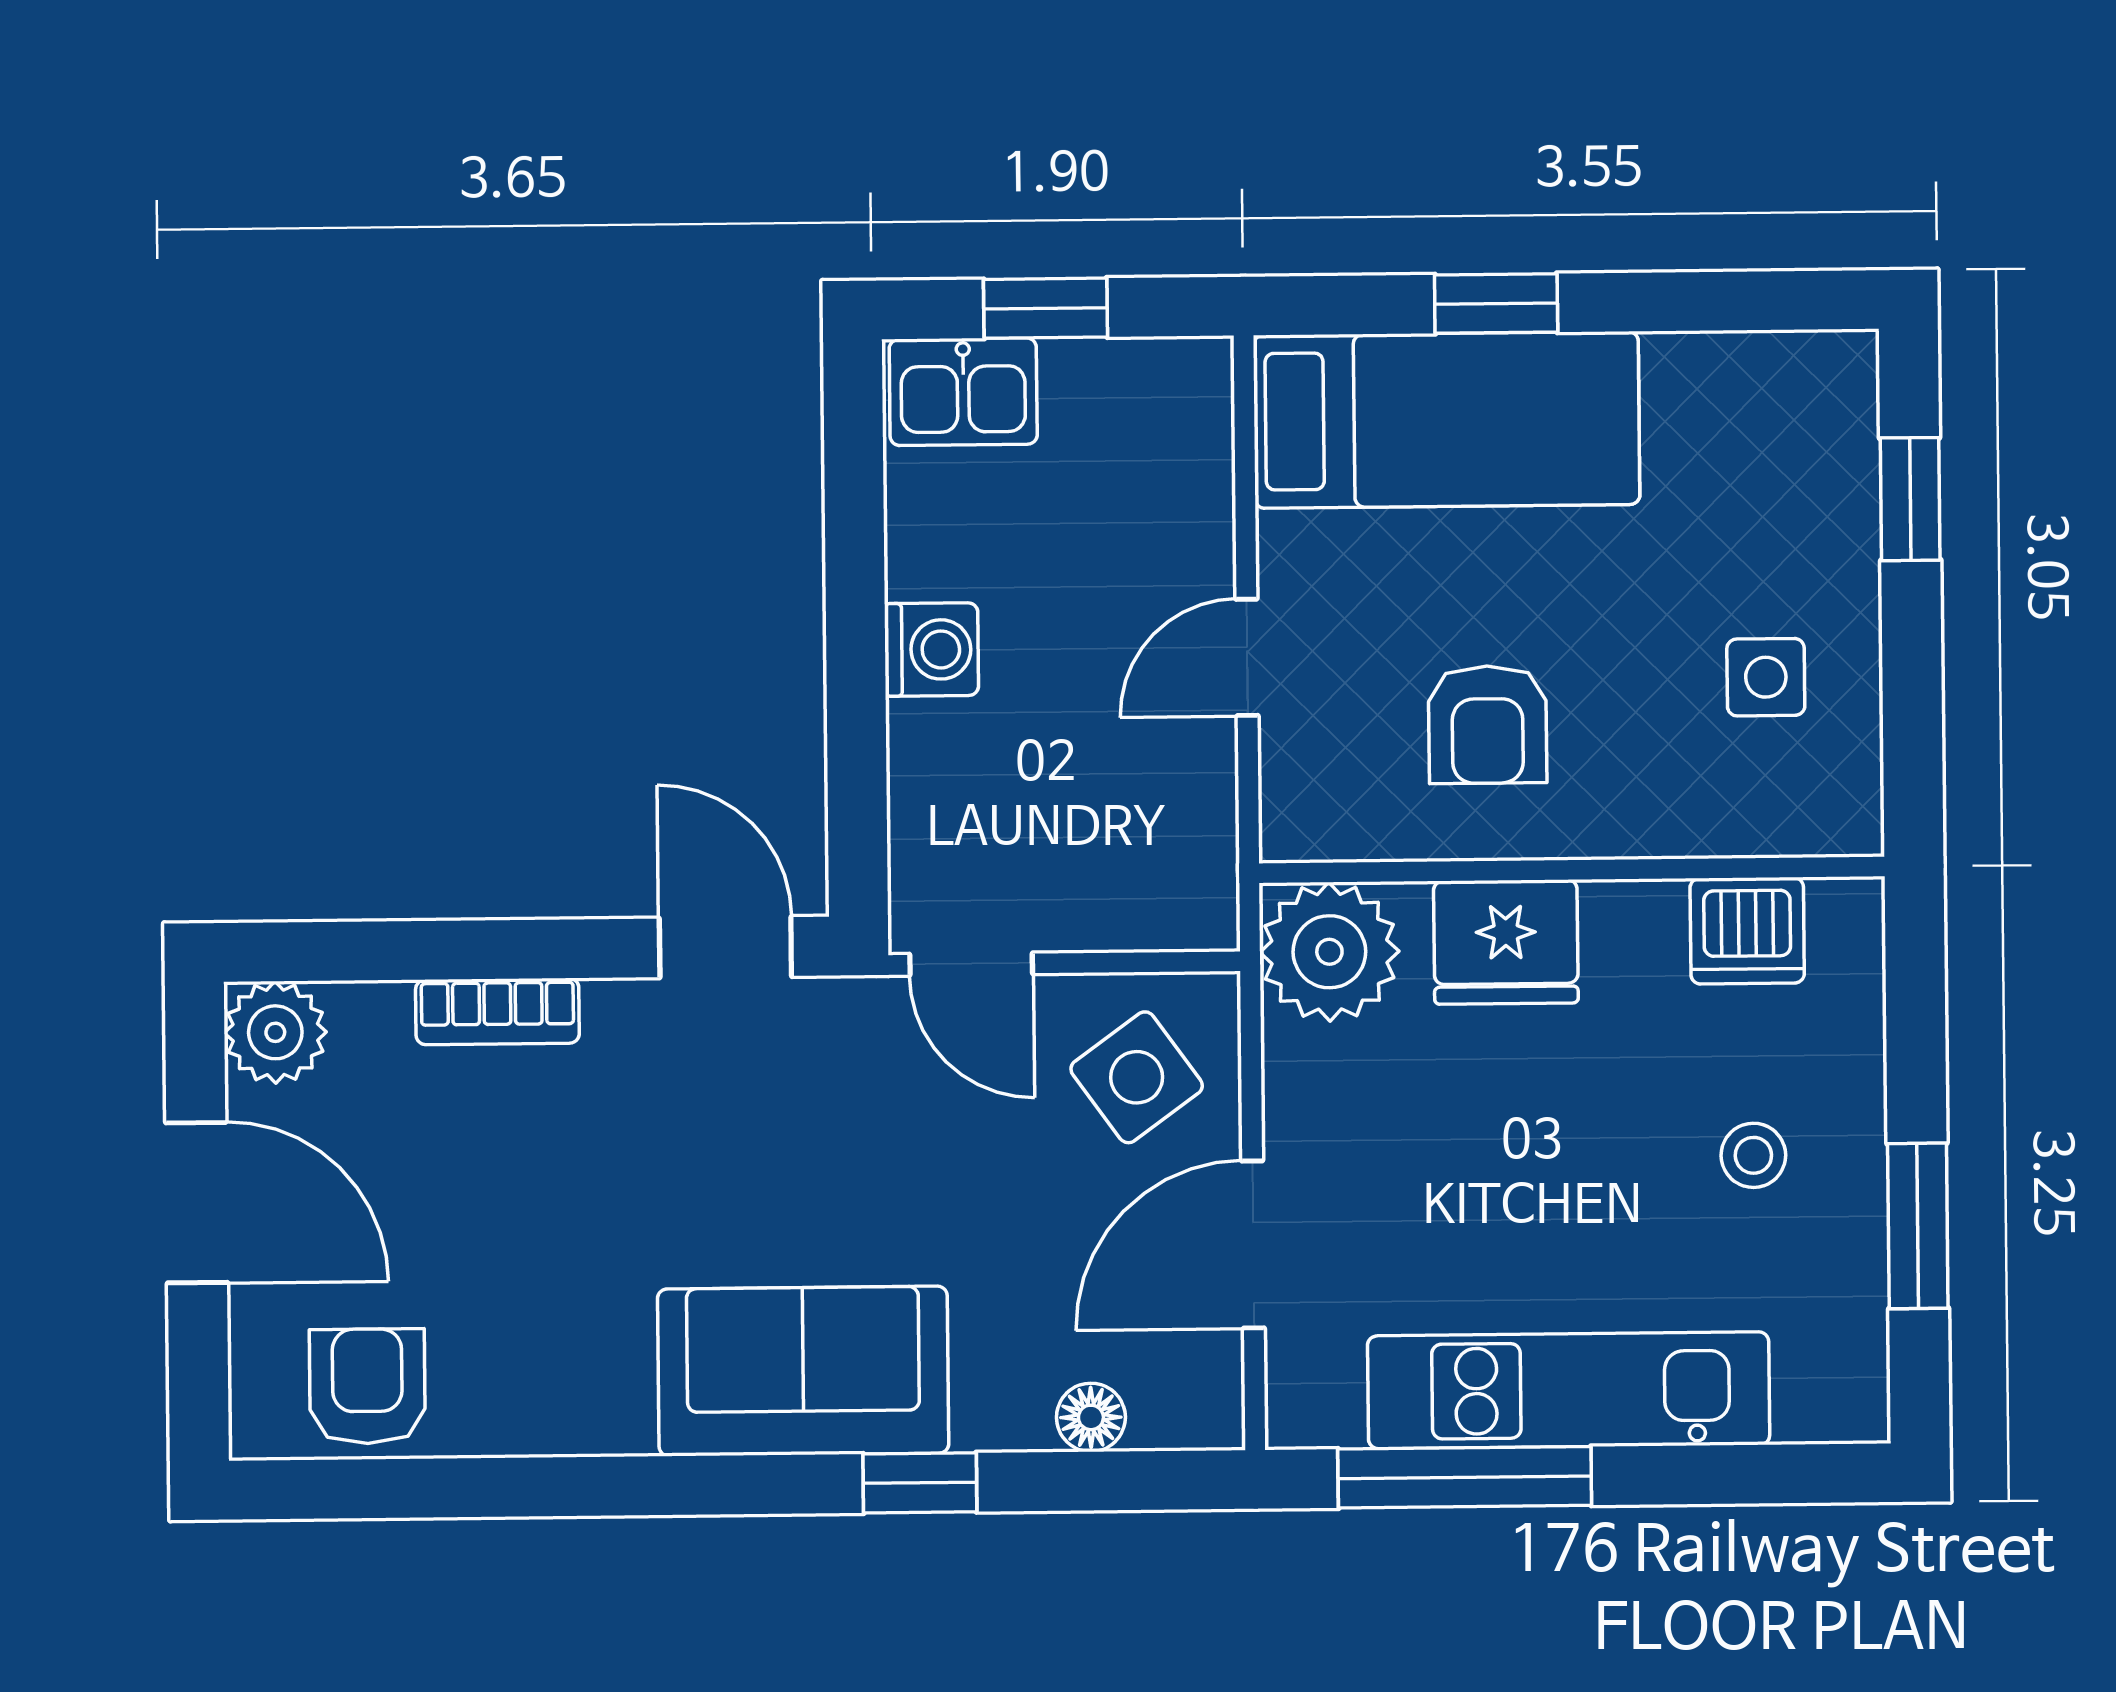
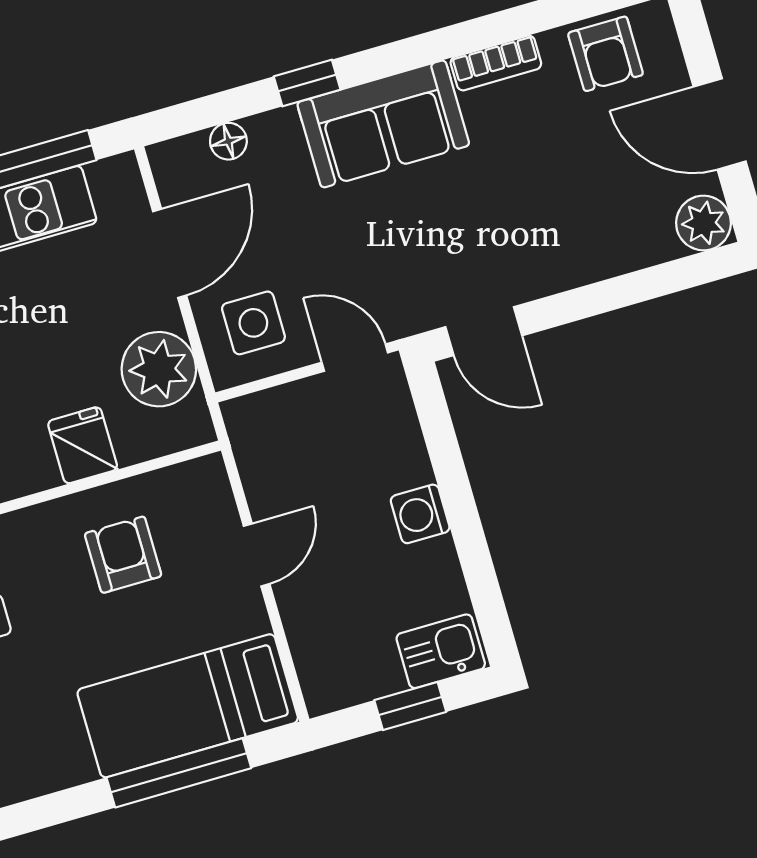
window: (1496, 303) -> (179, 773), width x2.17
fridge: (1506, 942) -> (83, 445), width x0.72
plant: (1329, 952) -> (159, 369), moved
bookcase: (497, 1011) -> (496, 63), moved, turned 180
side table: (1137, 1077) -> (253, 323), turned 36

